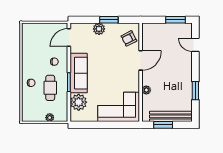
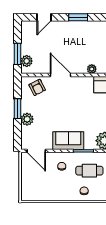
window: (176, 20) -> (17, 54), moved
plant: (154, 28) -> (27, 61), added
sofa: (79, 73) -> (68, 141), width x0.73
window: (195, 91) -> (78, 17), moved

